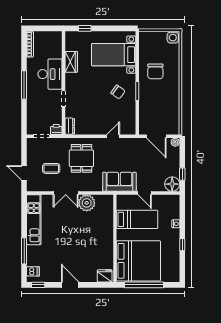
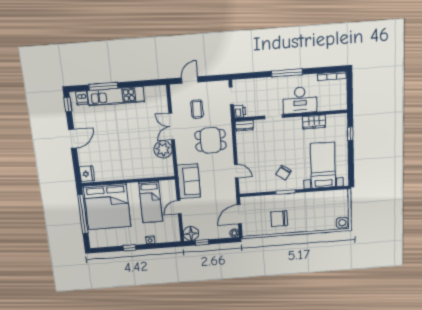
chair: (155, 71) -> (279, 219), moved
kitchen unit: (34, 220) -> (116, 96), moved

